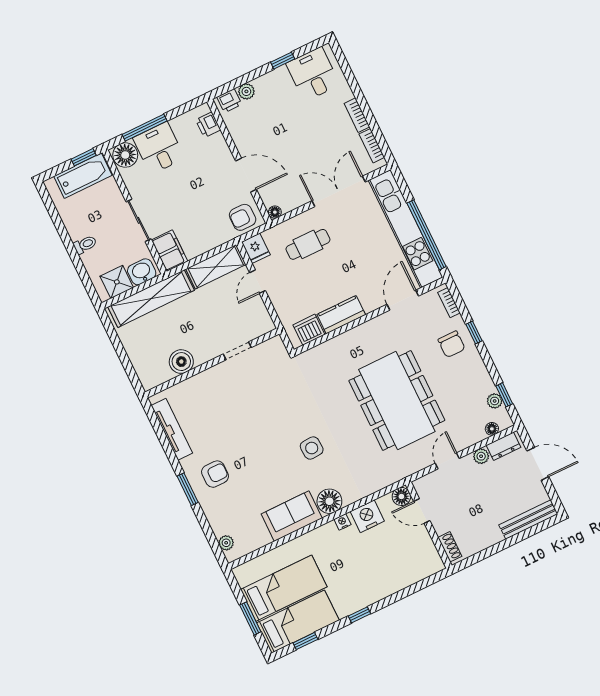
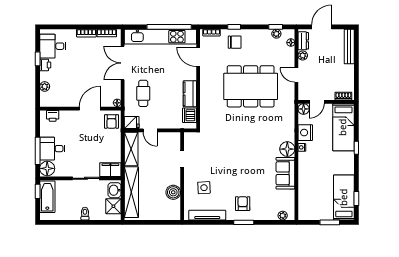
printer: (229, 101) -> (45, 65), moved
side table: (312, 448) -> (204, 188), moved
bed: (284, 588) -> (343, 127), moved, turned 180
window: (359, 615) -> (356, 148), moved

